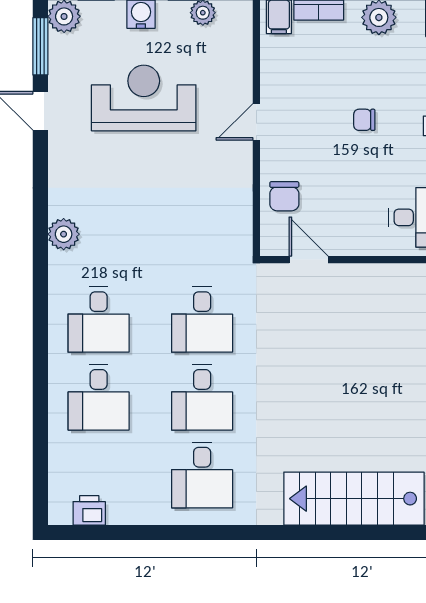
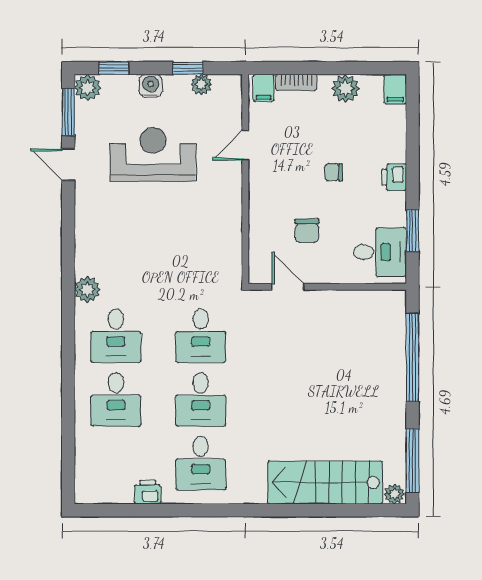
door: (256, 122) -> (245, 145), moved
chair: (284, 196) -> (307, 231), moved
plant: (64, 234) -> (87, 290), moved
printer: (89, 510) -> (148, 492), moved

